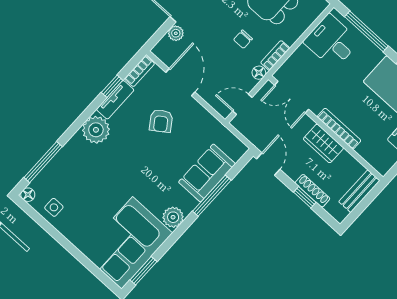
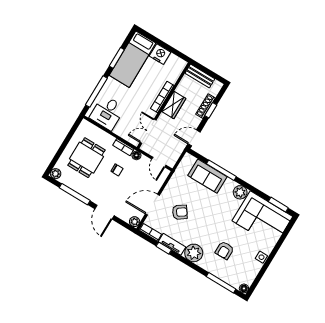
plant: (176, 33) -> (135, 222), moved
double door: (292, 97) -> (148, 131), swing flipped
armchair: (91, 177) -> (225, 250), added
side table: (54, 207) -> (261, 257), moved

